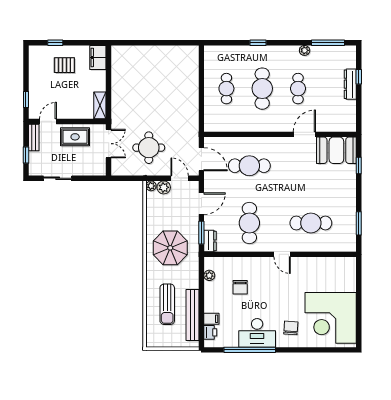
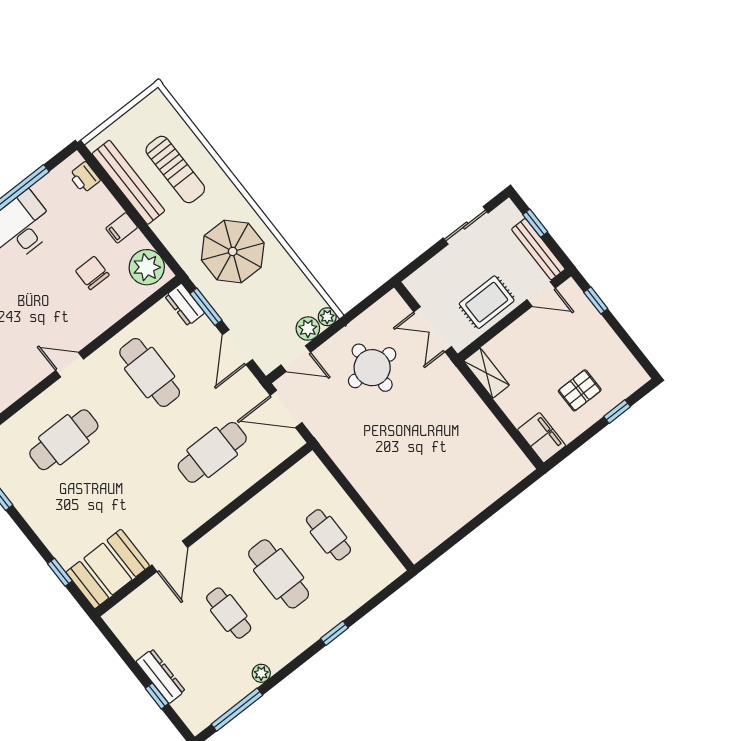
door: (48, 121) -> (541, 294), hinge flipped
bench: (34, 138) -> (538, 249), width x1.36
plant: (209, 275) -> (147, 267), width x1.87, depth x1.87
sun lounger: (167, 304) -> (175, 169), turned 180
filing cabinet: (211, 319) -> (122, 228), moved

